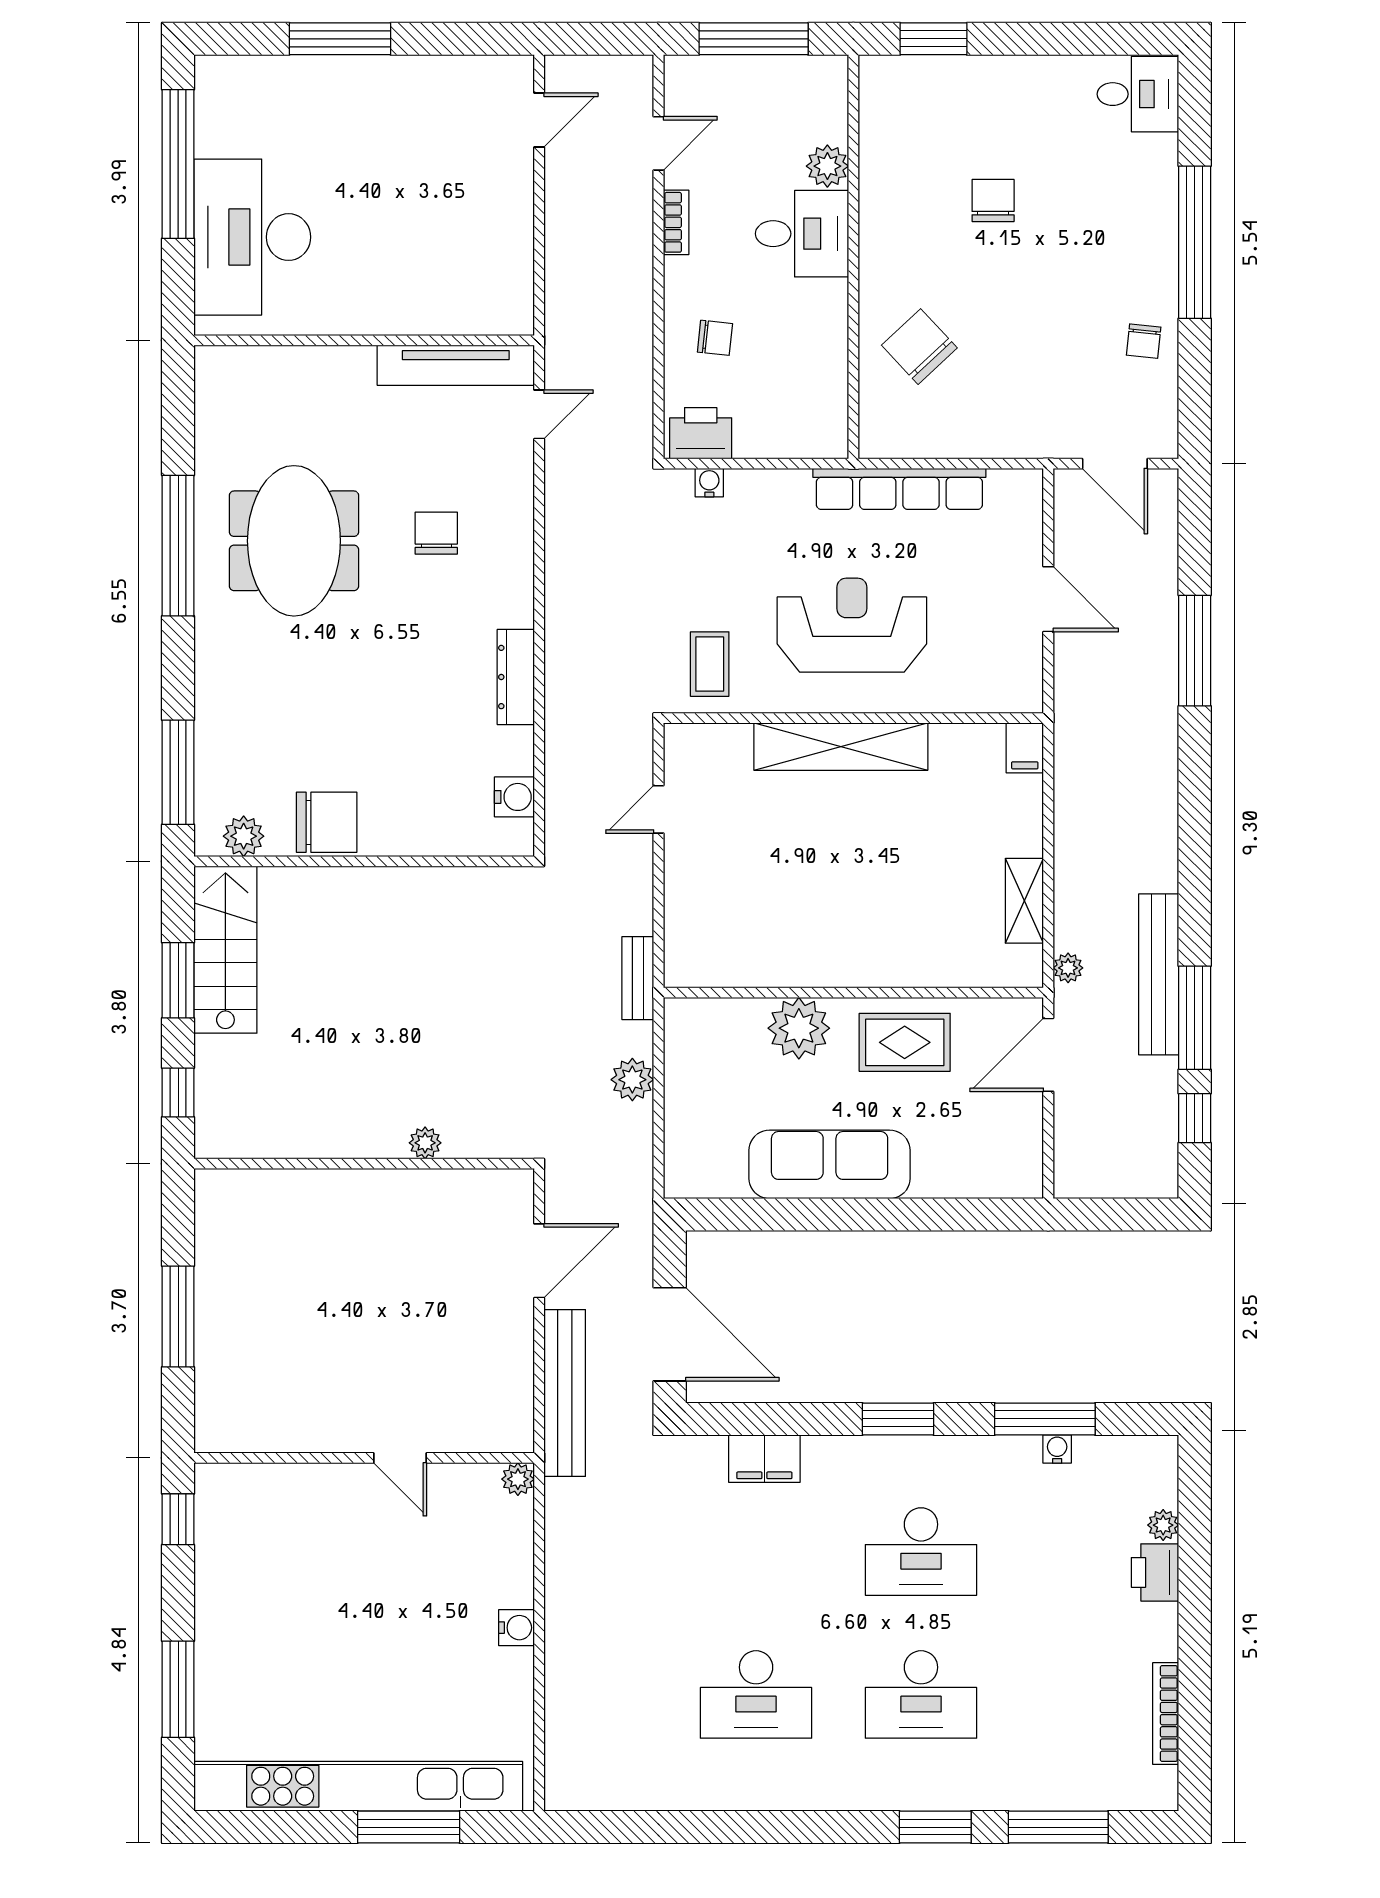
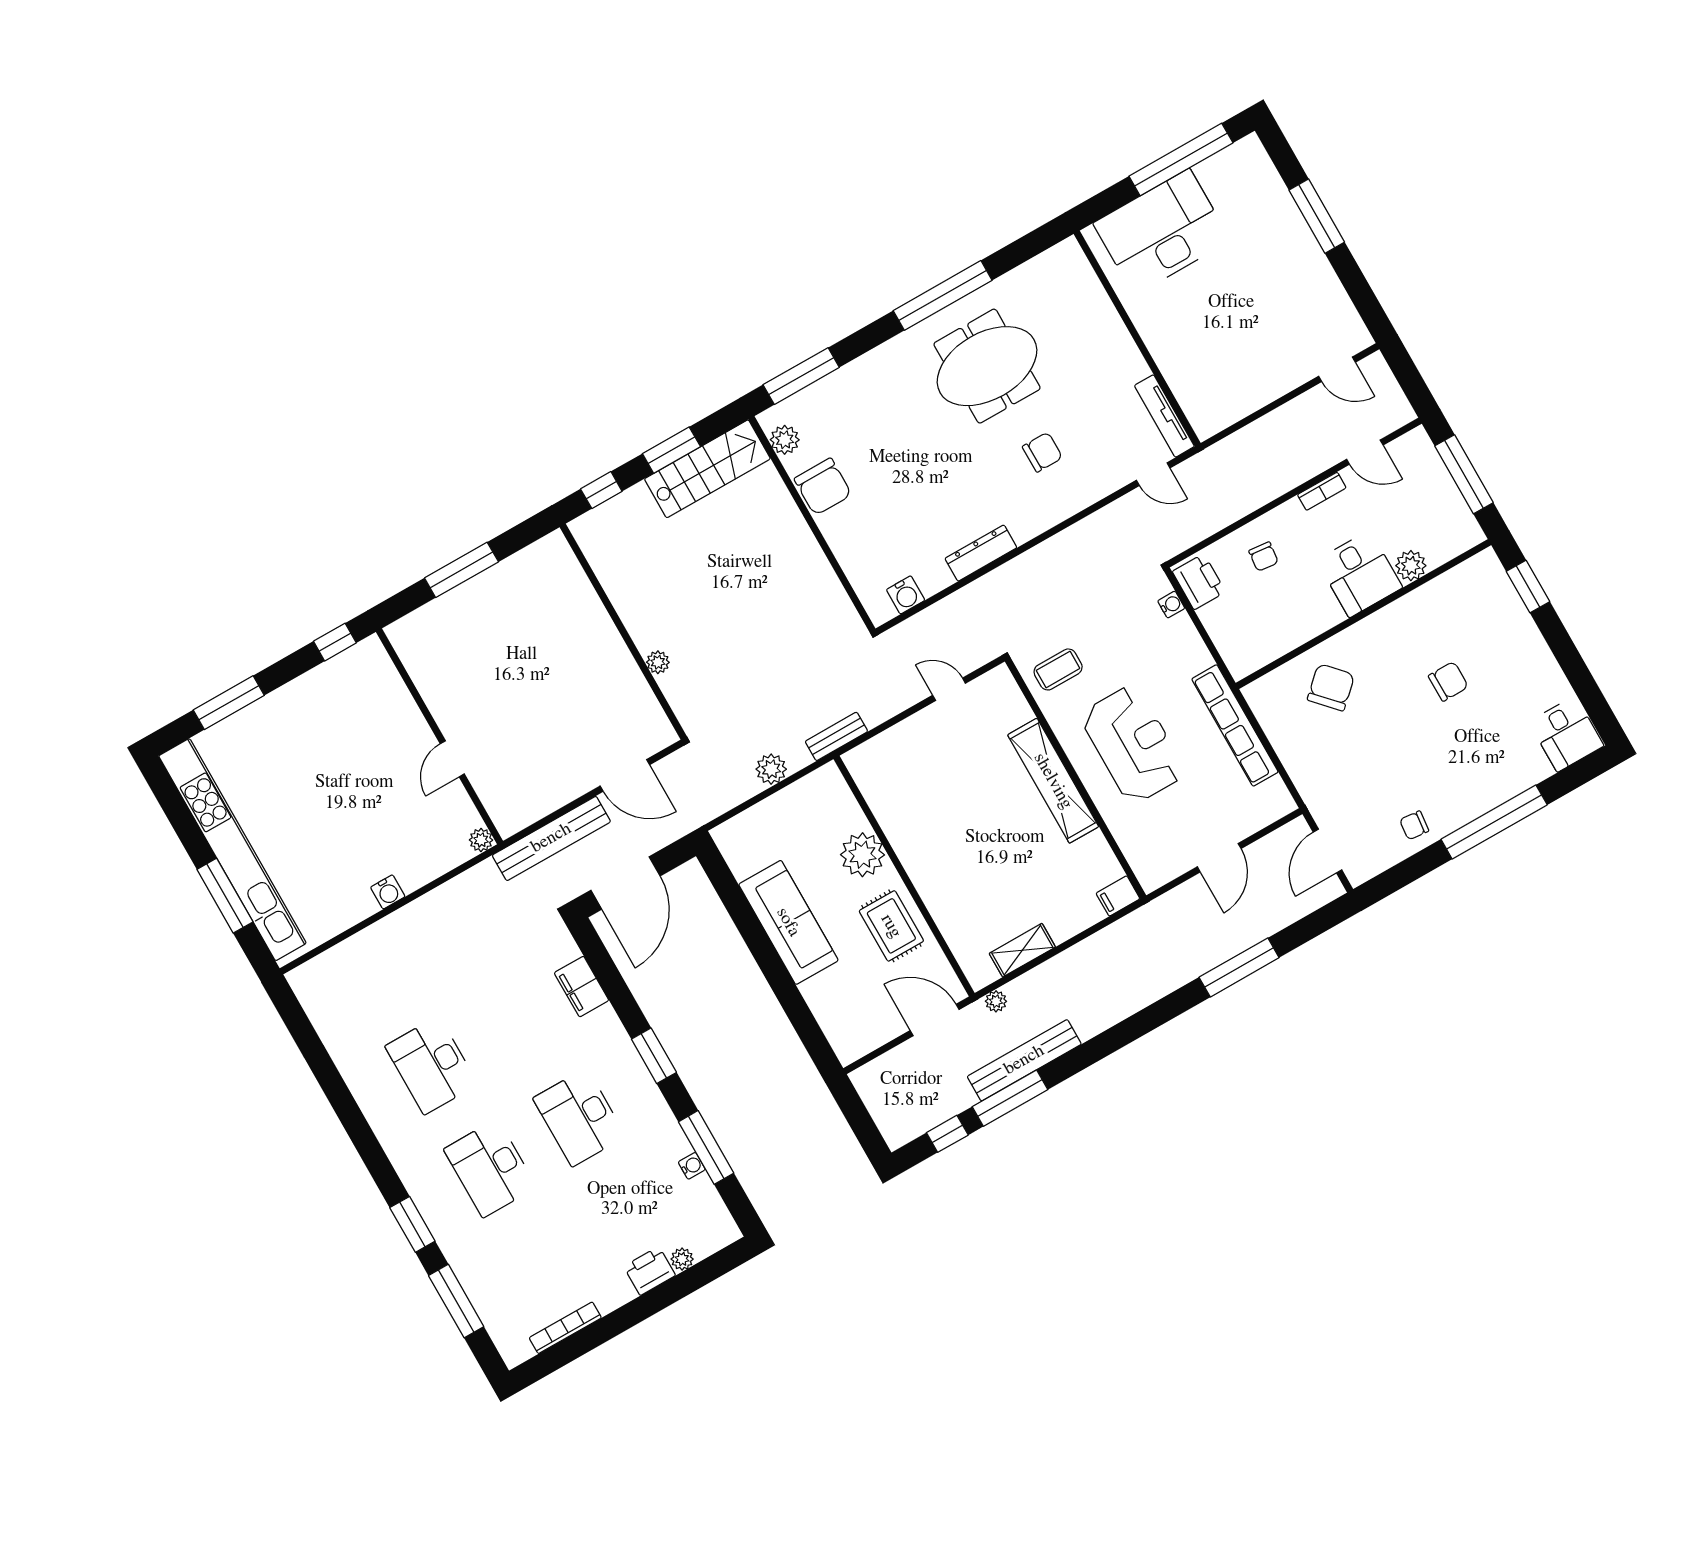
tv unit: (456, 365) -> (1164, 416), width x0.73, depth x0.78

